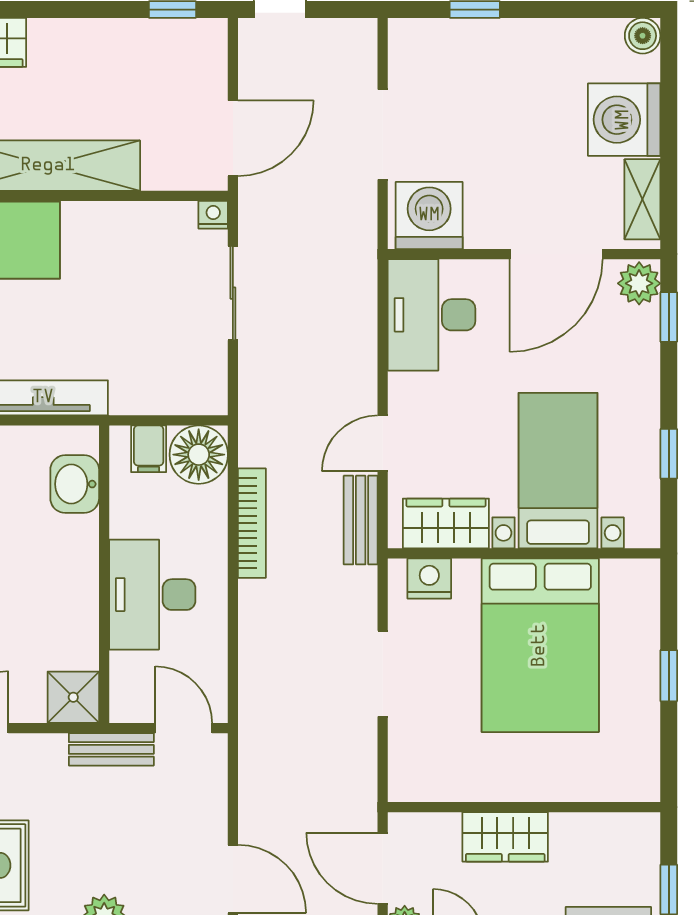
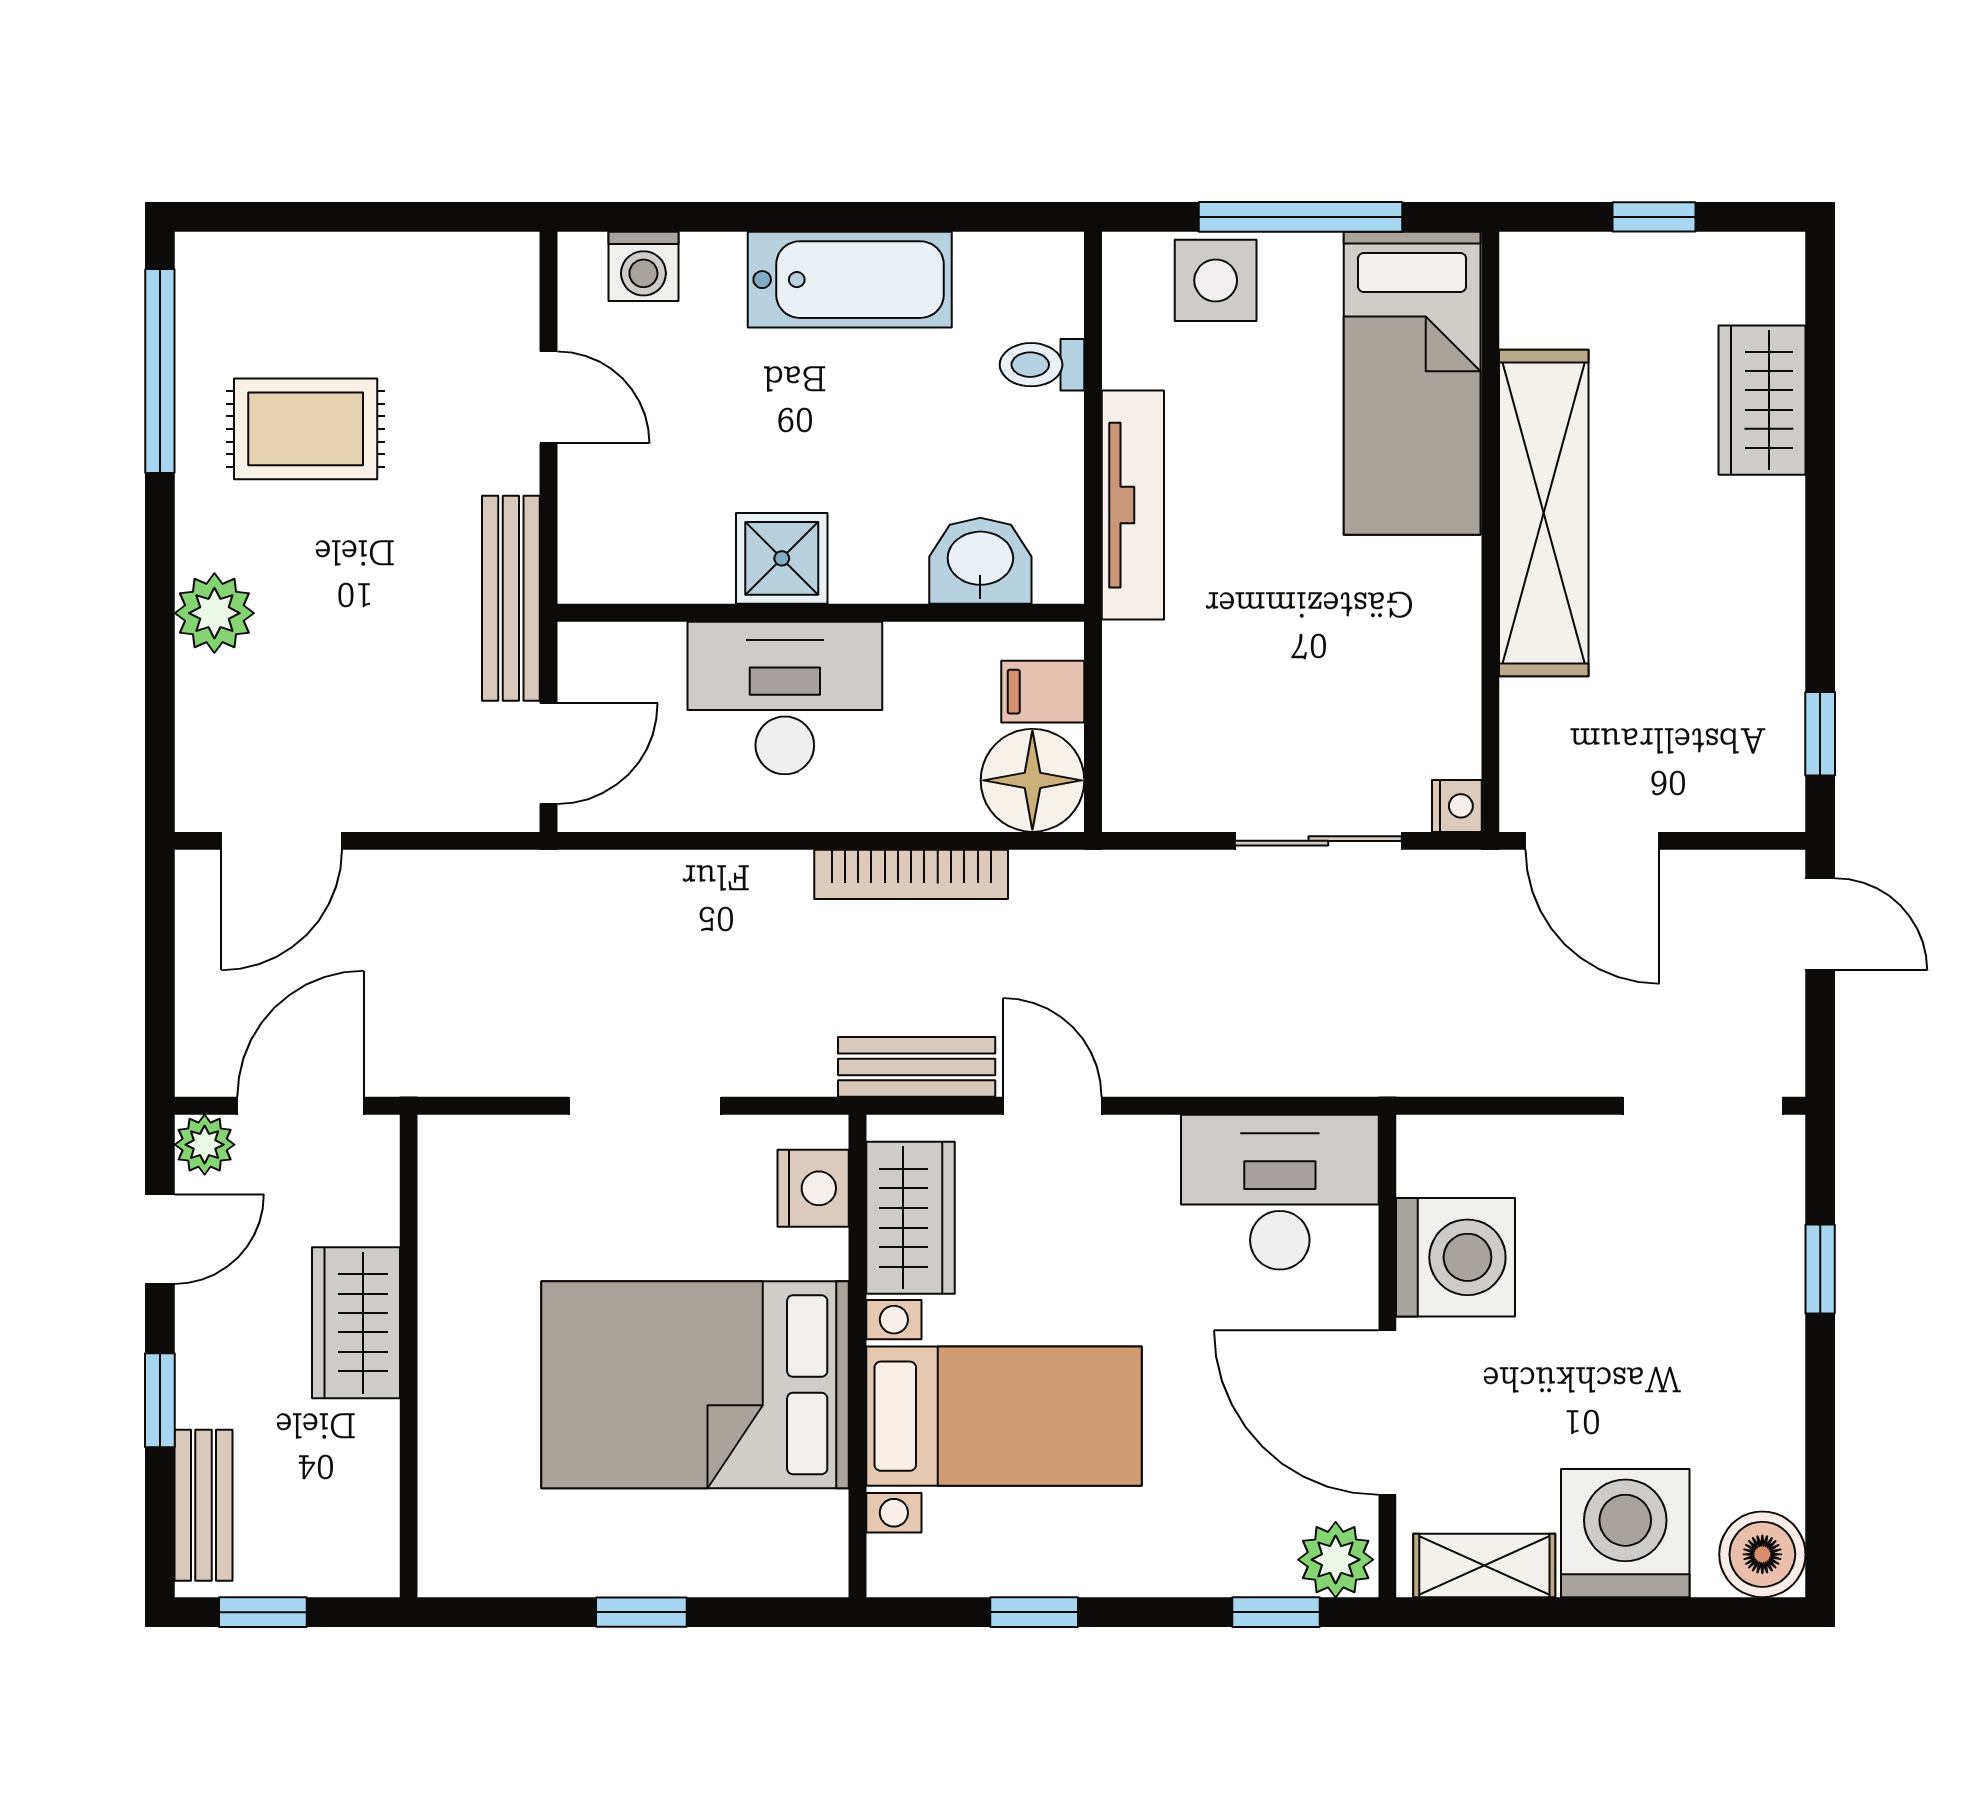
boiler: (643, 36) -> (1762, 1554), width x1.36, depth x1.36
doorway: (383, 134) -> (1703, 1106), moved
washing machine: (429, 216) -> (1456, 1257), moved
shower: (73, 697) -> (782, 558), moved
bench: (111, 749) -> (511, 598), width x1.36

